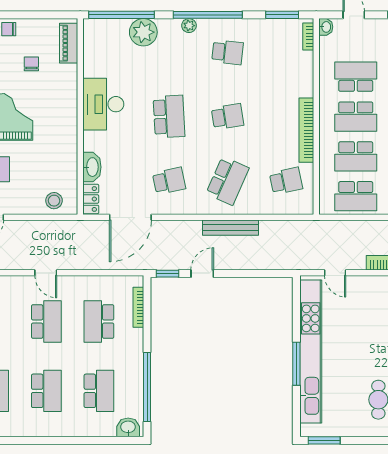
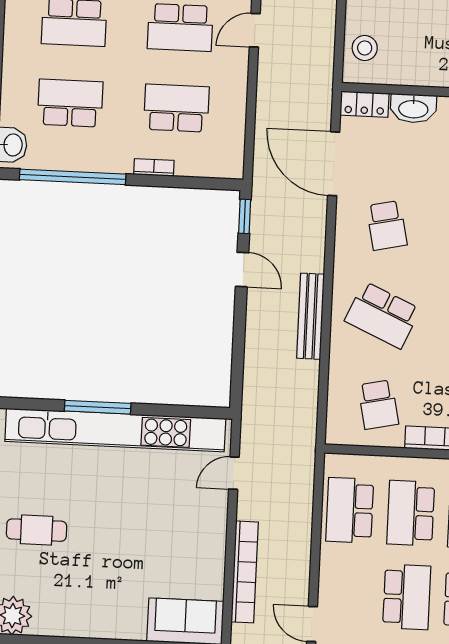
bookcase: (138, 307) -> (154, 167), moved, width x0.64
school desk: (99, 391) -> (70, 103), turned 180

